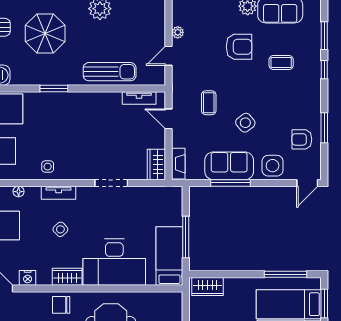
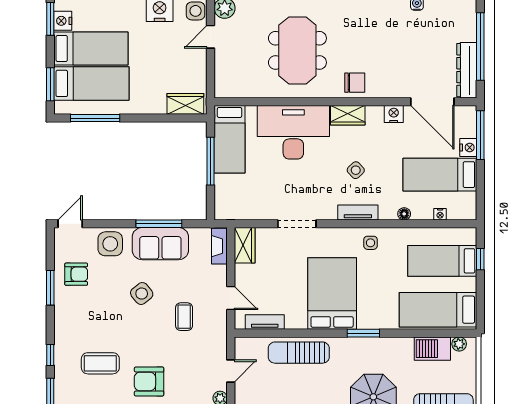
coffee table: (281, 62) -> (100, 363), width x1.36, depth x1.30
bed: (81, 123) -> (332, 294), added

